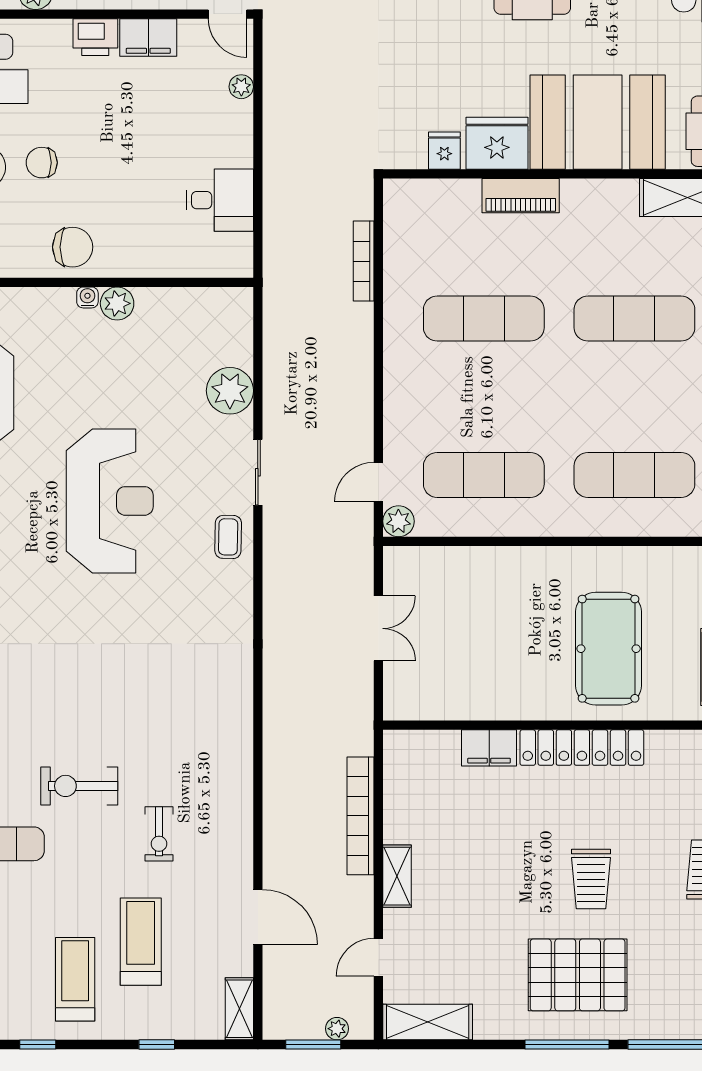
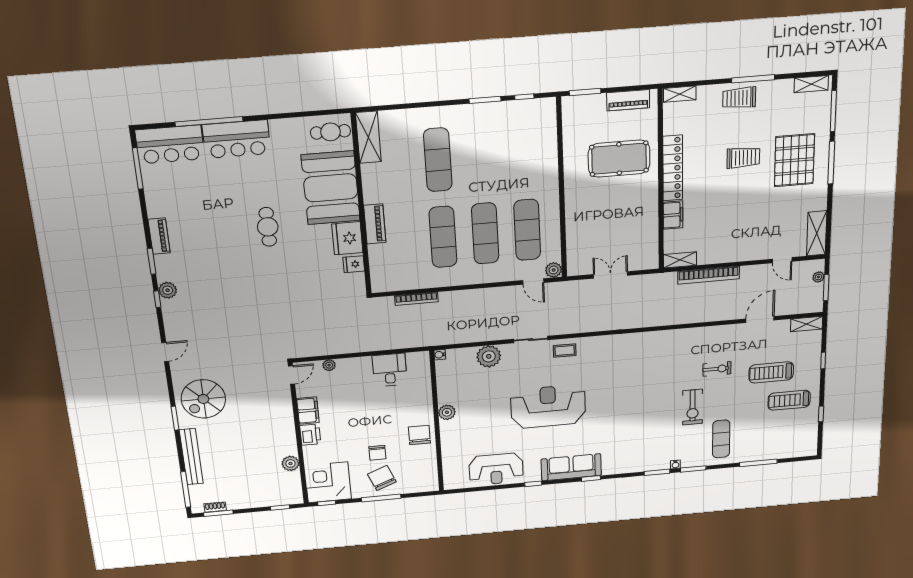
water cooler: (87, 297) -> (440, 355), moved
exercise mat: (634, 475) -> (485, 233), moved
shelving: (397, 876) -> (680, 260), moved

